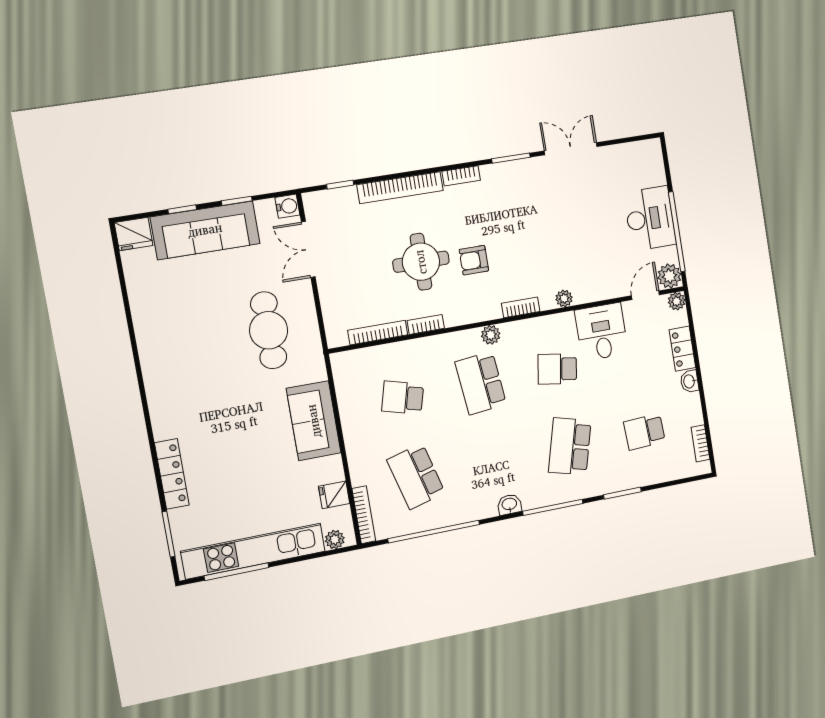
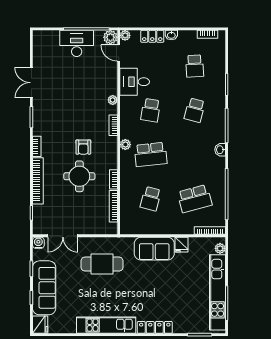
kitchen unit: (155, 358) -> (106, 325), added
school desk: (570, 446) -> (195, 110), width x0.54
locker: (172, 474) -> (155, 327), moved
fridge: (334, 495) -> (181, 245), moved

